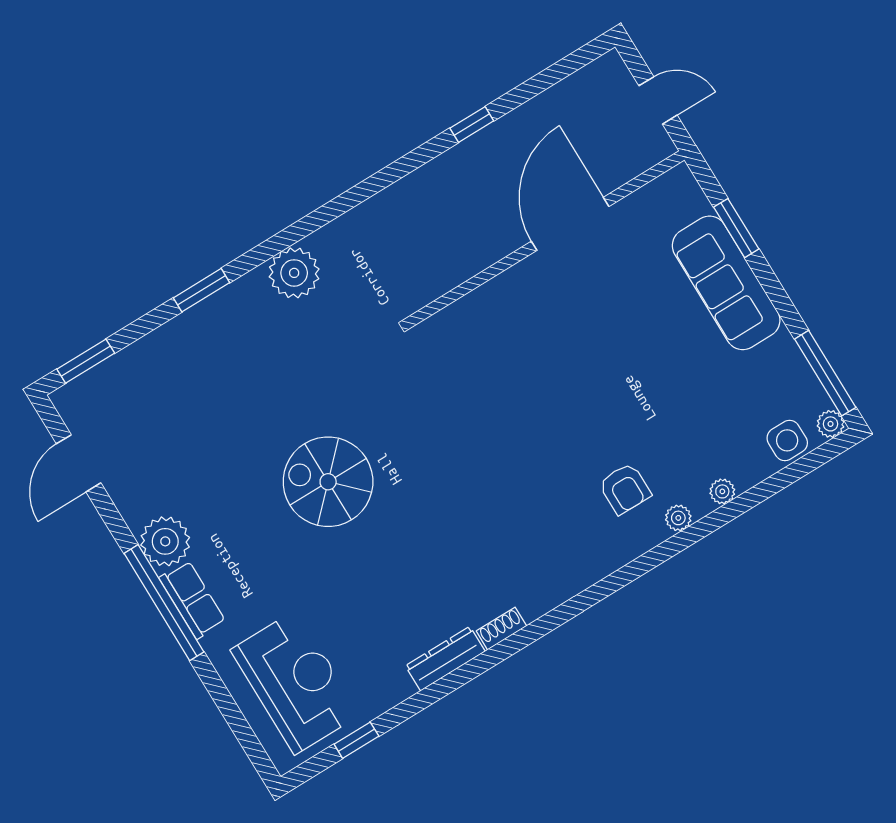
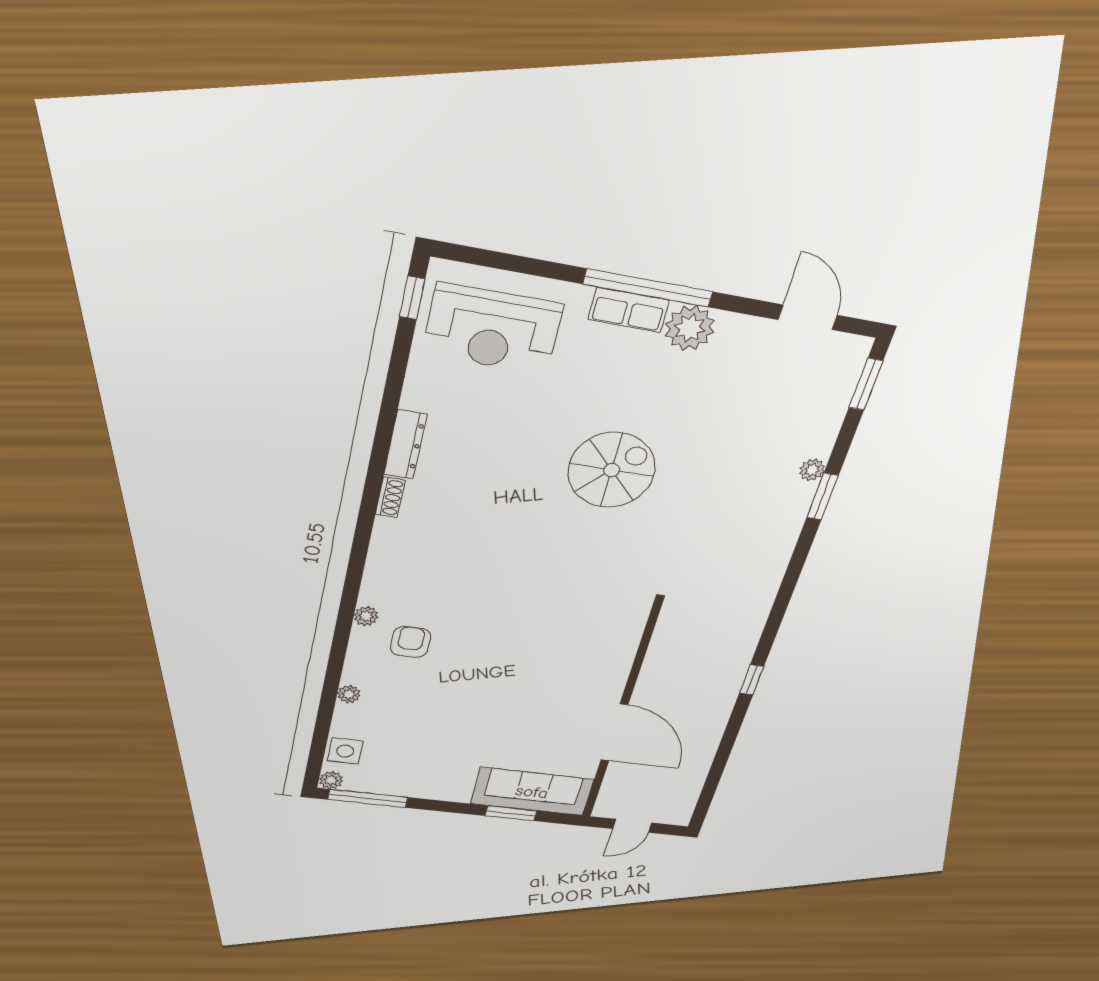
window: (472, 125) -> (752, 680), moved
plant: (294, 273) -> (812, 470), moved, width x0.53, depth x0.53
sofa: (726, 283) -> (532, 792), moved
armchair: (625, 489) -> (410, 642), turned 90
plant: (678, 518) -> (366, 616), moved
window: (356, 740) -> (412, 298), moved

